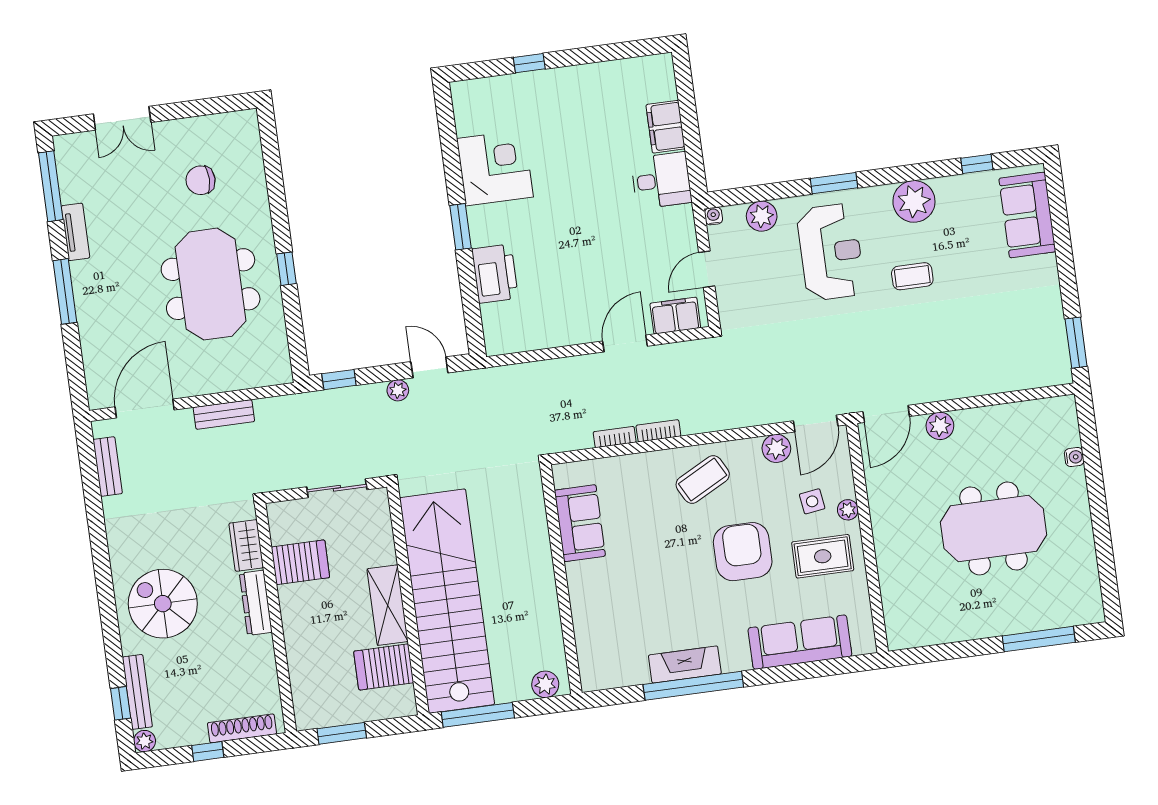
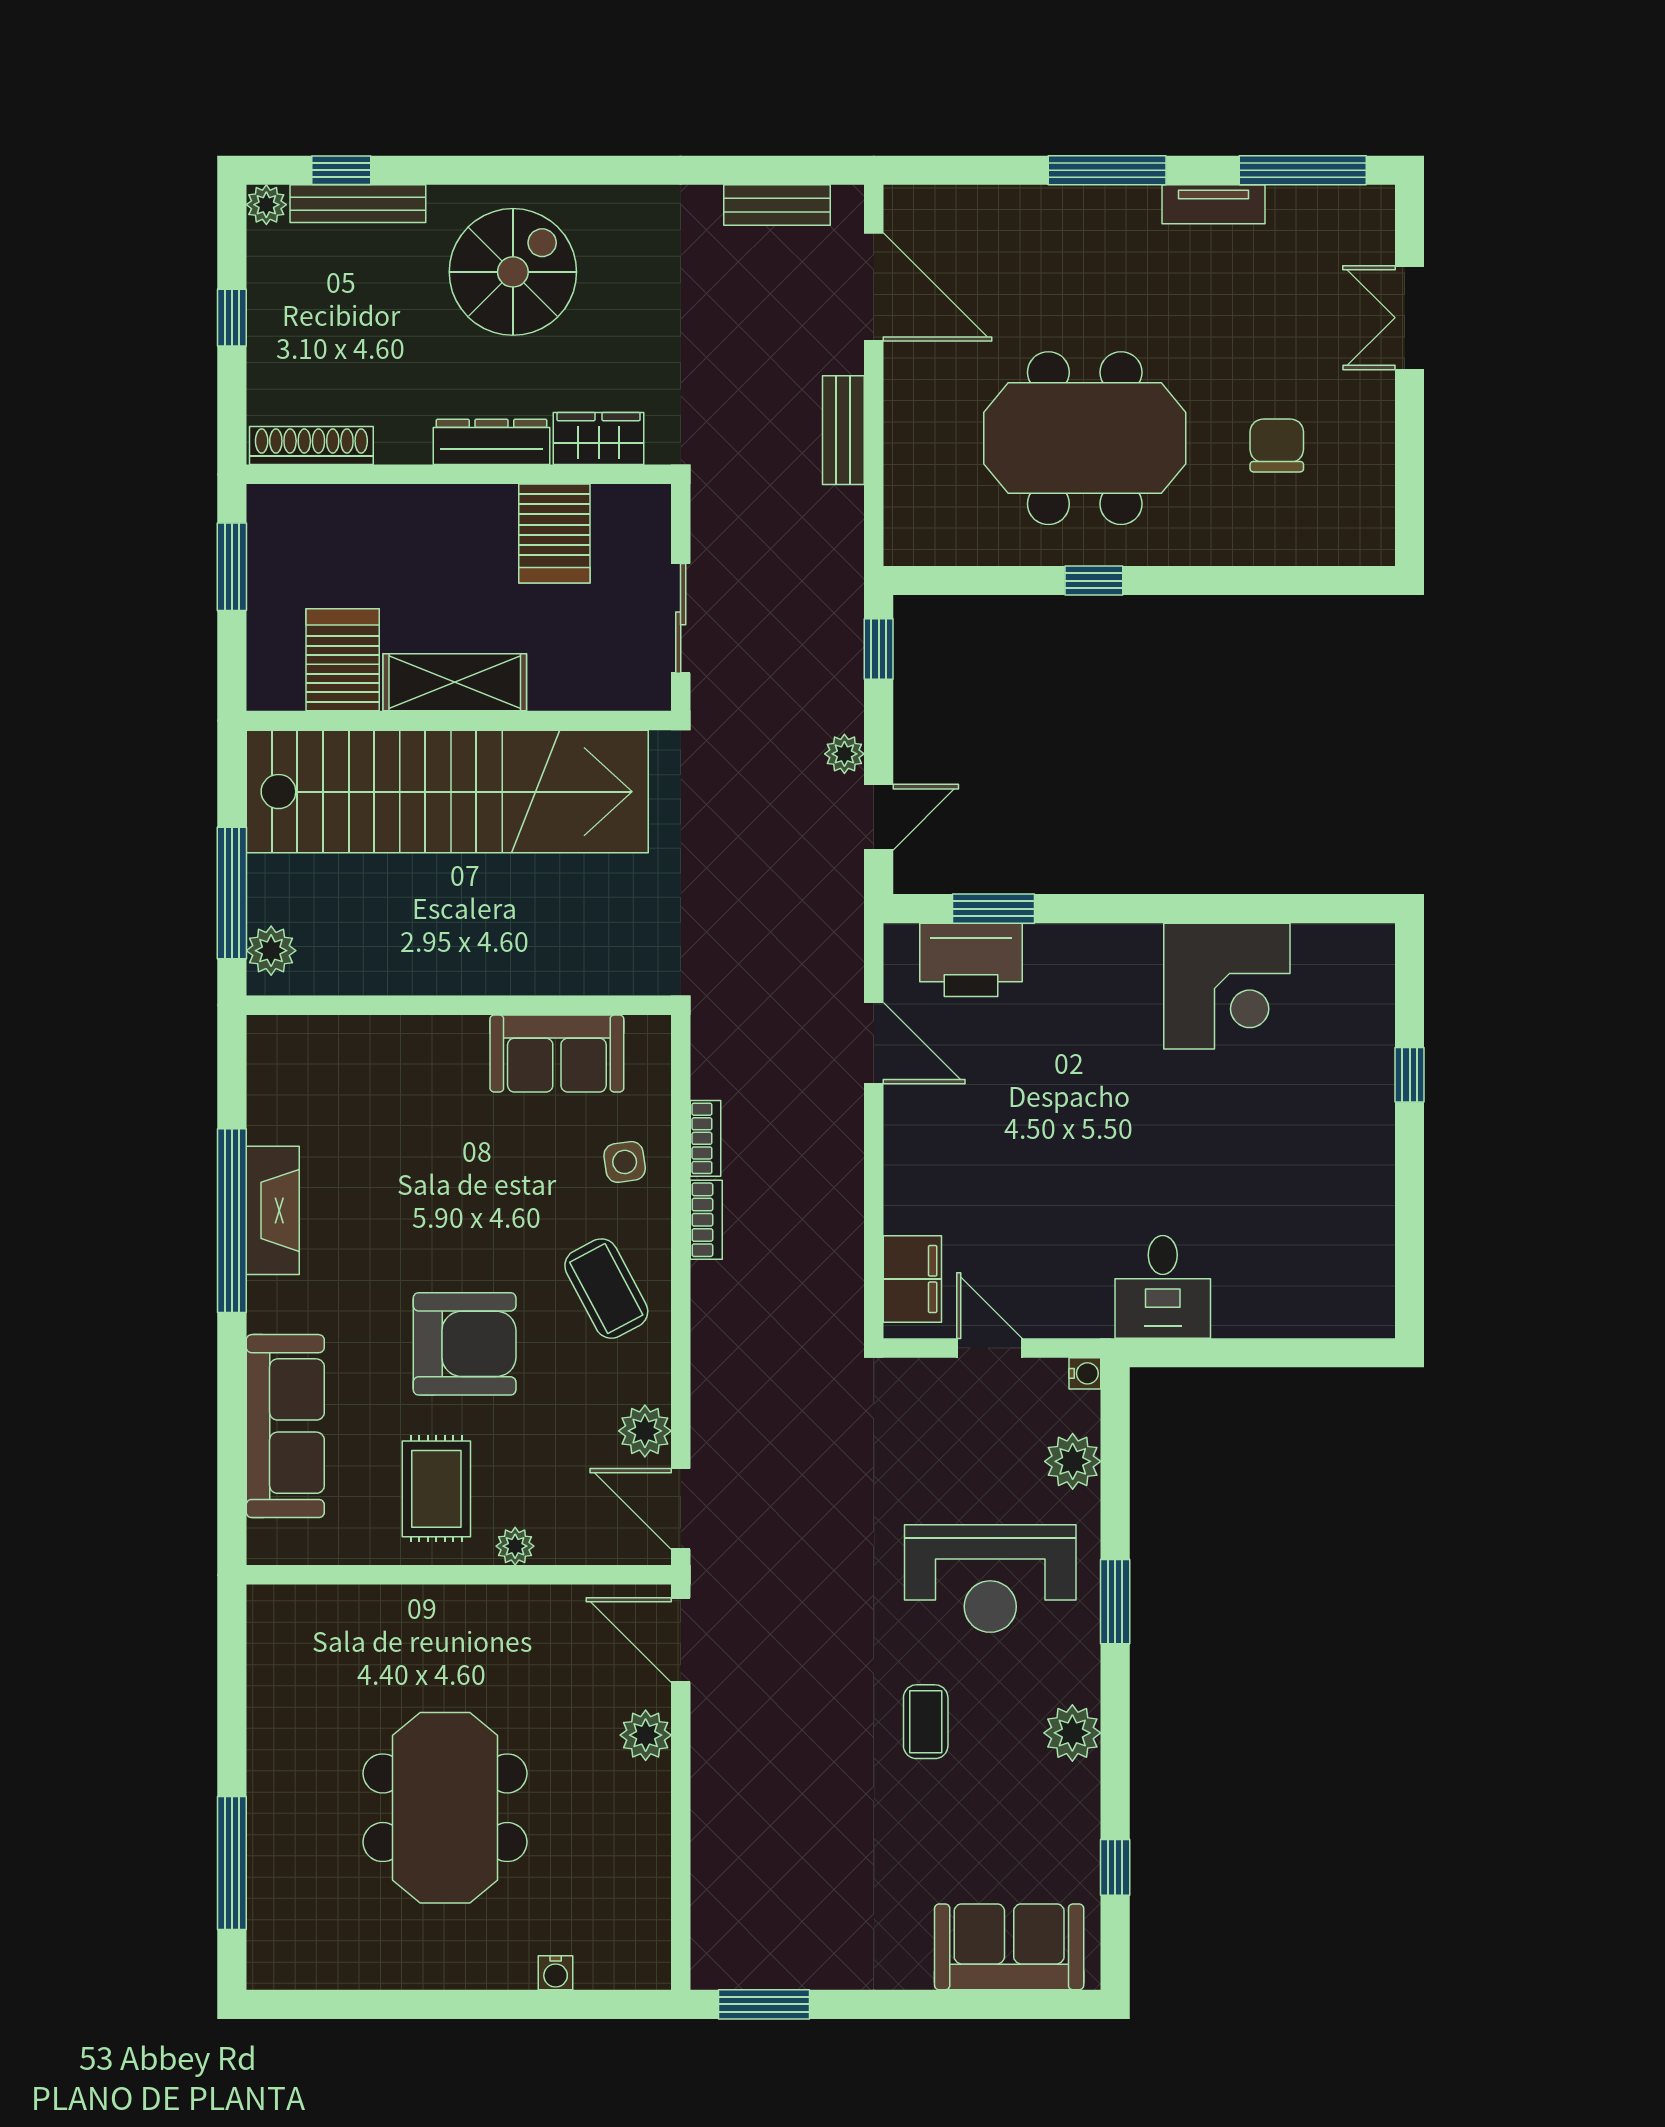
filing cabinet: (666, 127) -> (1260, 1308), removed
plant: (914, 201) -> (1072, 1733), width x0.73, depth x0.73
window: (460, 227) -> (993, 909), moved
printer: (495, 274) -> (971, 960), moved
door: (625, 344) -> (874, 1043), moved
side table: (812, 501) -> (625, 1162), moved
window: (478, 715) -> (232, 893), moved
shoe rack: (242, 728) -> (311, 446), moved, turned -90

